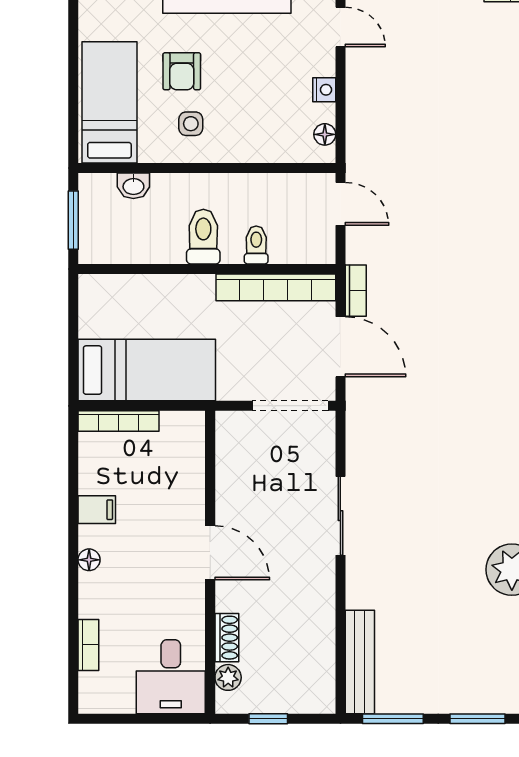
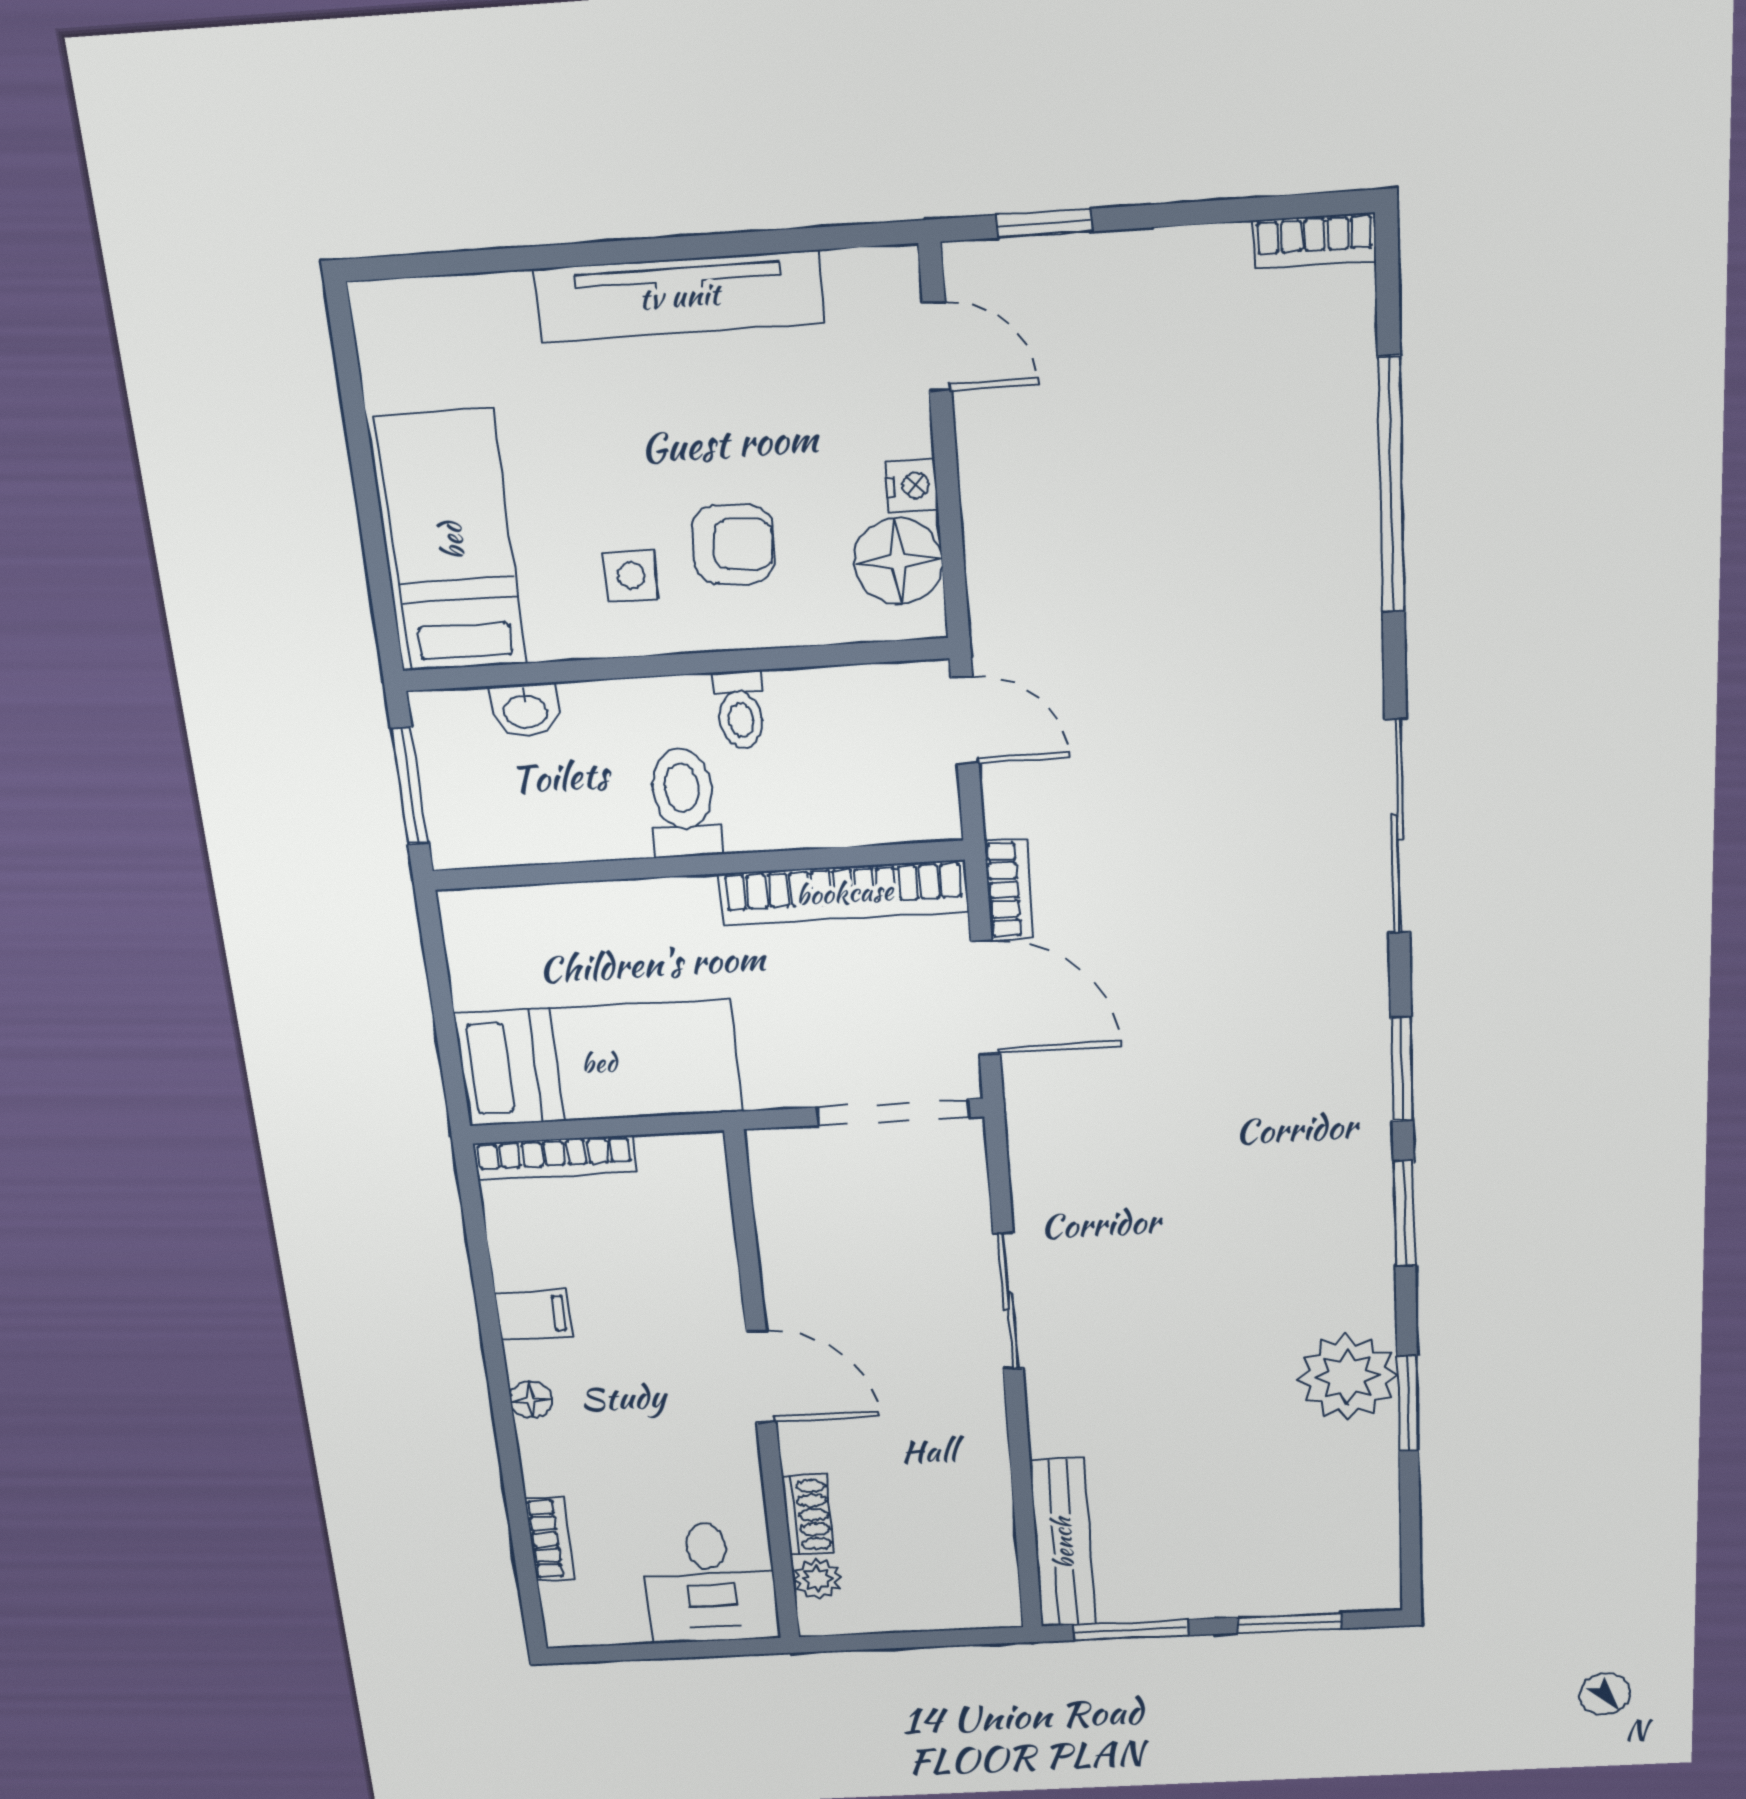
armchair: (182, 71) -> (733, 544), moved, turned -86
floor lamp: (325, 134) -> (898, 561), width x1.89, depth x1.89
toilet: (256, 245) -> (740, 710), moved, turned 180
window: (268, 719) -> (899, 1640), removed

